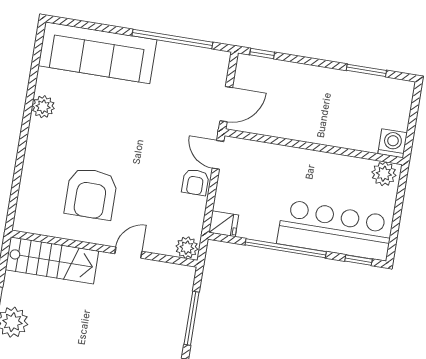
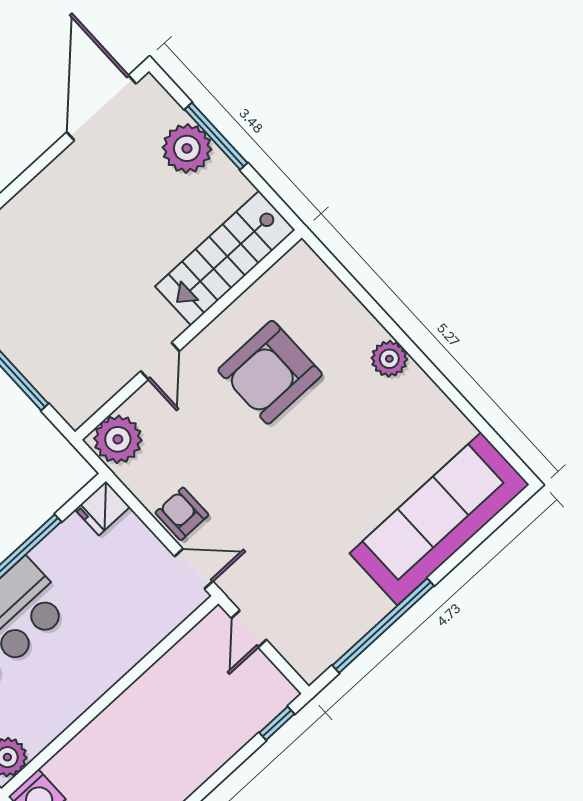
door: (226, 104) -> (249, 629), width x0.73
plant: (43, 107) -> (389, 359), moved
armchair: (91, 194) -> (270, 372), turned -90
plant: (187, 248) -> (118, 439), width x1.36, depth x1.36

